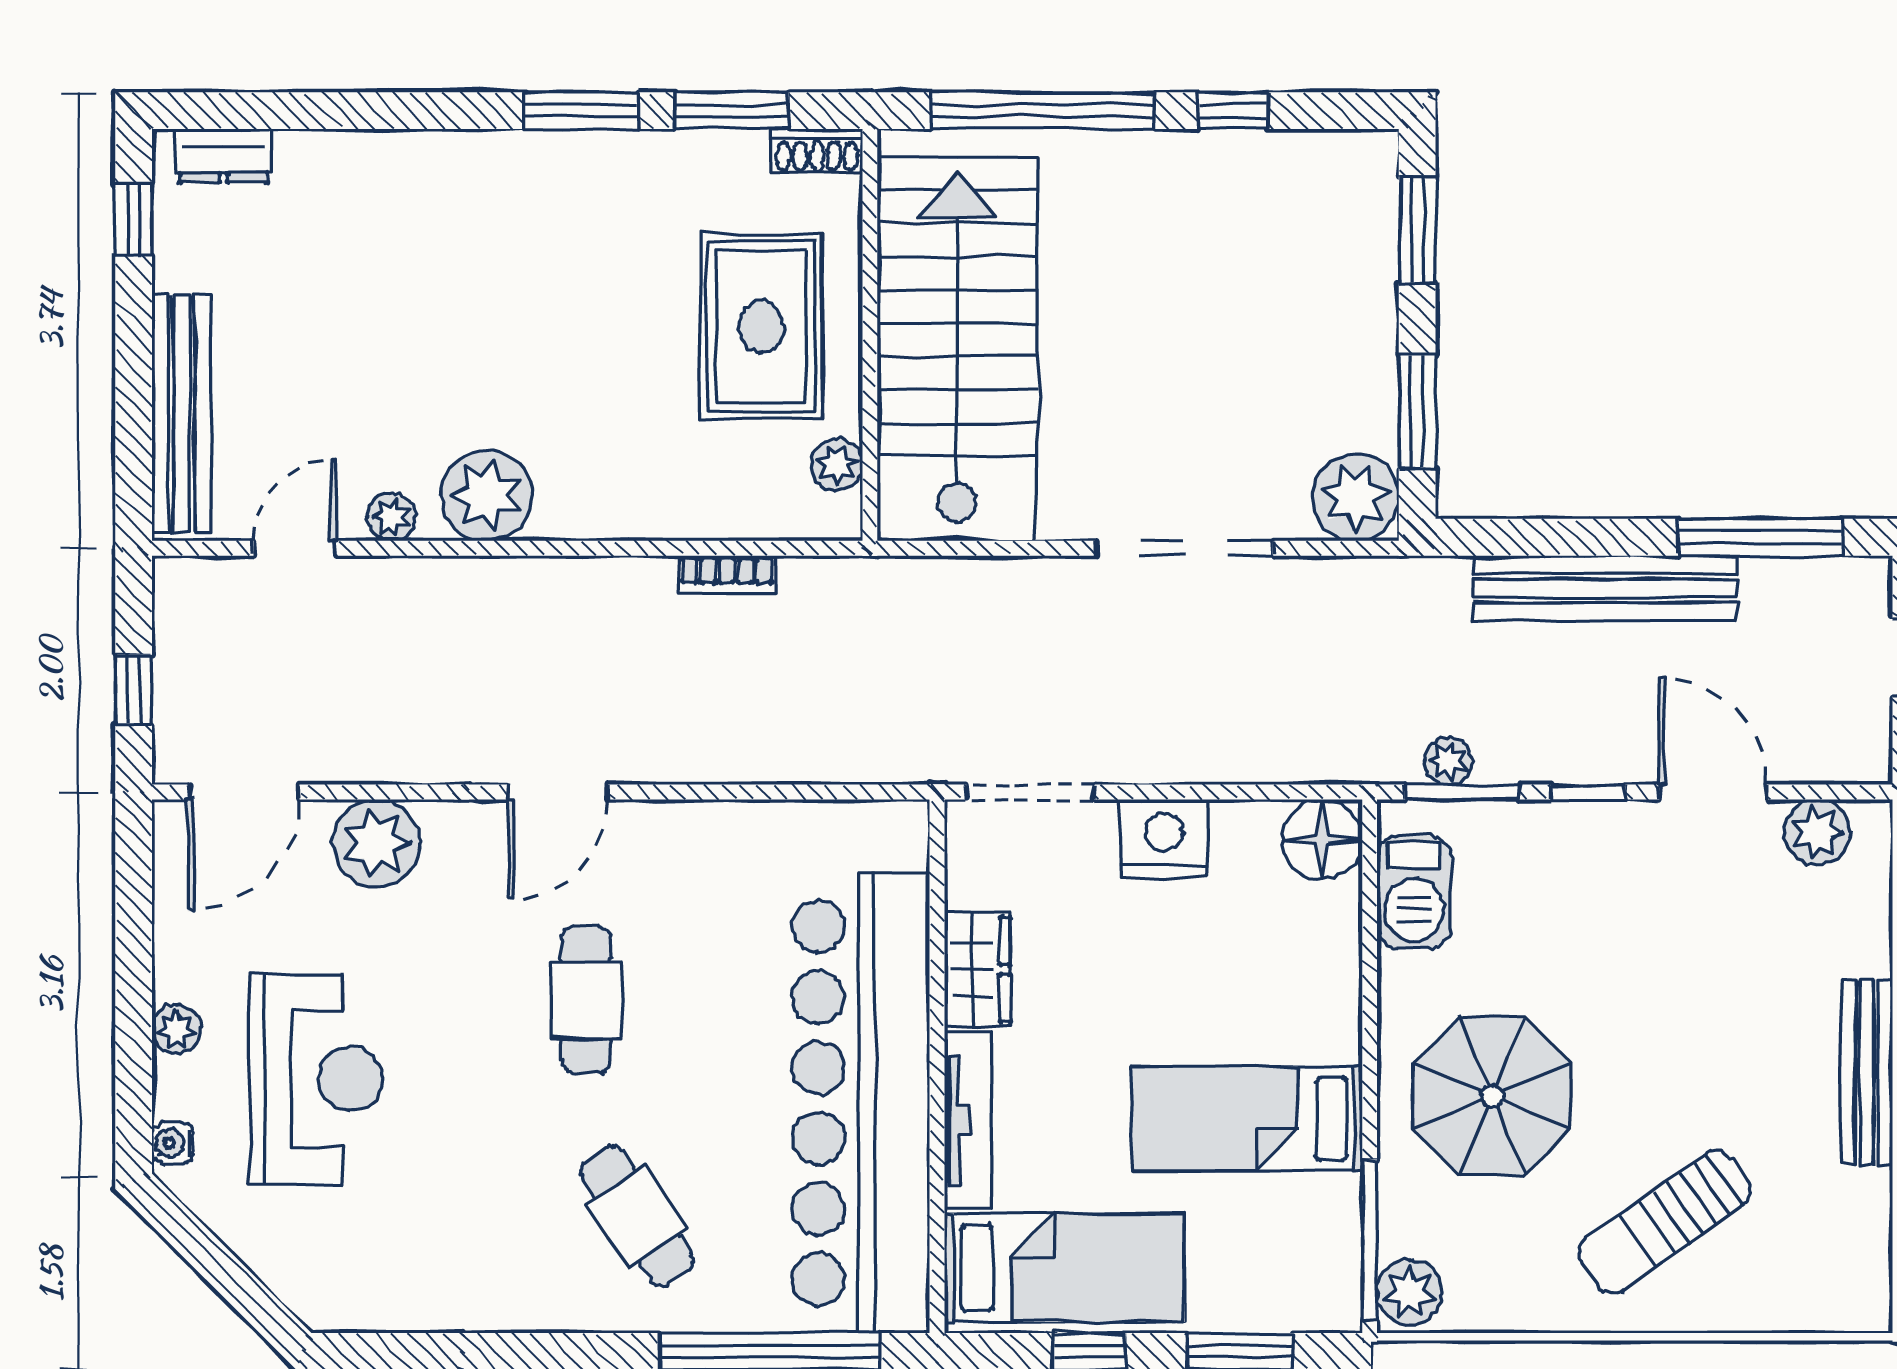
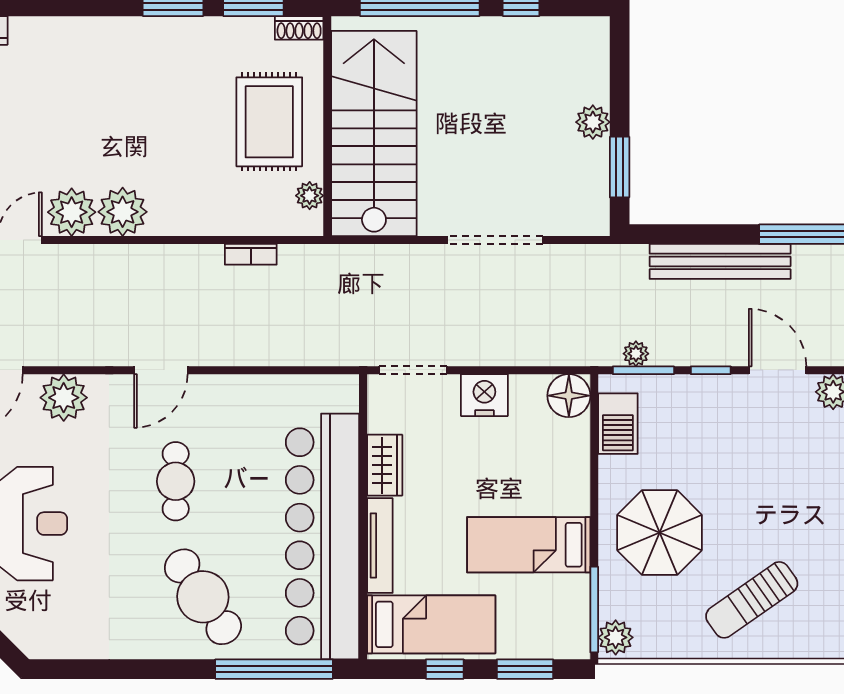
window: (1417, 230) -> (620, 70), removed
plant: (1355, 497) -> (593, 122), moved, width x0.73, depth x0.73
plant: (391, 517) -> (72, 212), width x1.88, depth x1.88
cafe table: (637, 1216) -> (203, 597), width x1.37, depth x1.35

